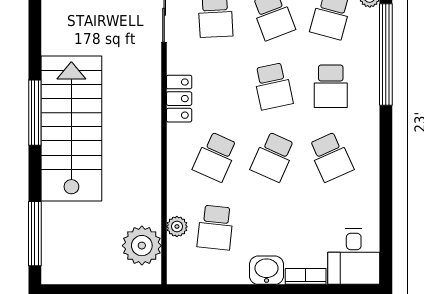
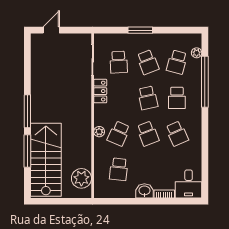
locker: (179, 99) -> (100, 91), moved
stairs: (71, 129) -> (46, 160), moved
school desk: (273, 157) -> (148, 134), turned -45
plant: (177, 227) -> (99, 132), moved
window: (35, 234) -> (27, 151), moved

